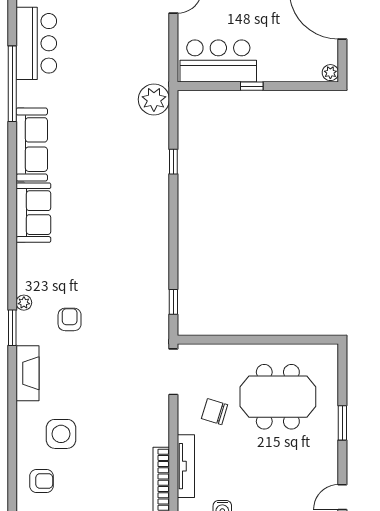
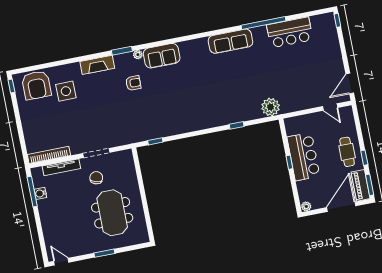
bar counter: (218, 61) -> (303, 157), moved
sofa: (33, 213) -> (162, 56), moved
doorway: (173, 372) -> (96, 153), moved
armchair: (41, 481) -> (36, 85), width x1.88, depth x1.88

